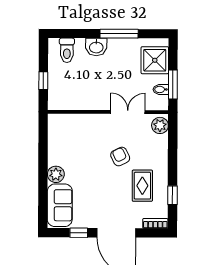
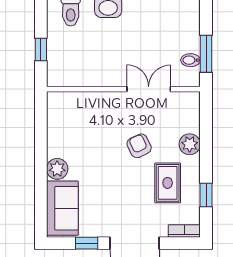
shower: (155, 60) -> (183, 23), removed
plant: (160, 125) -> (190, 144), moved

